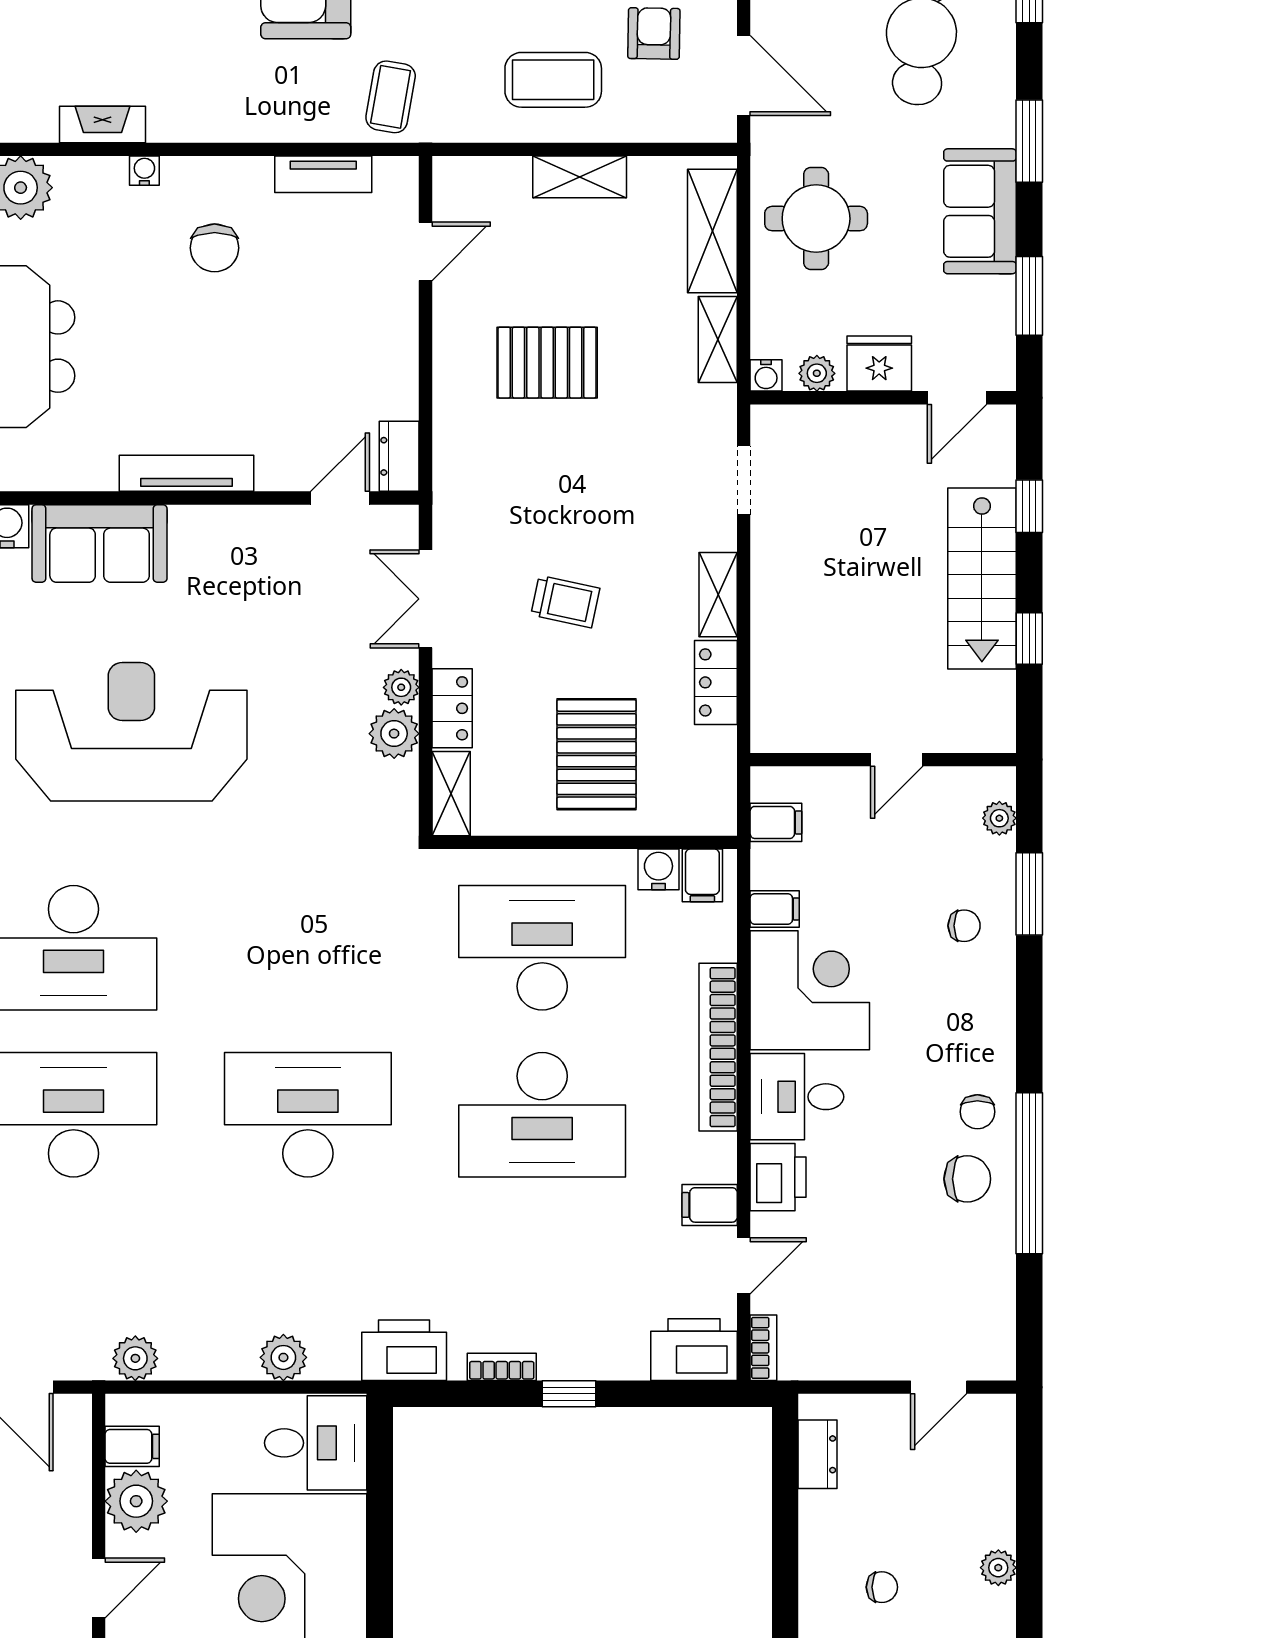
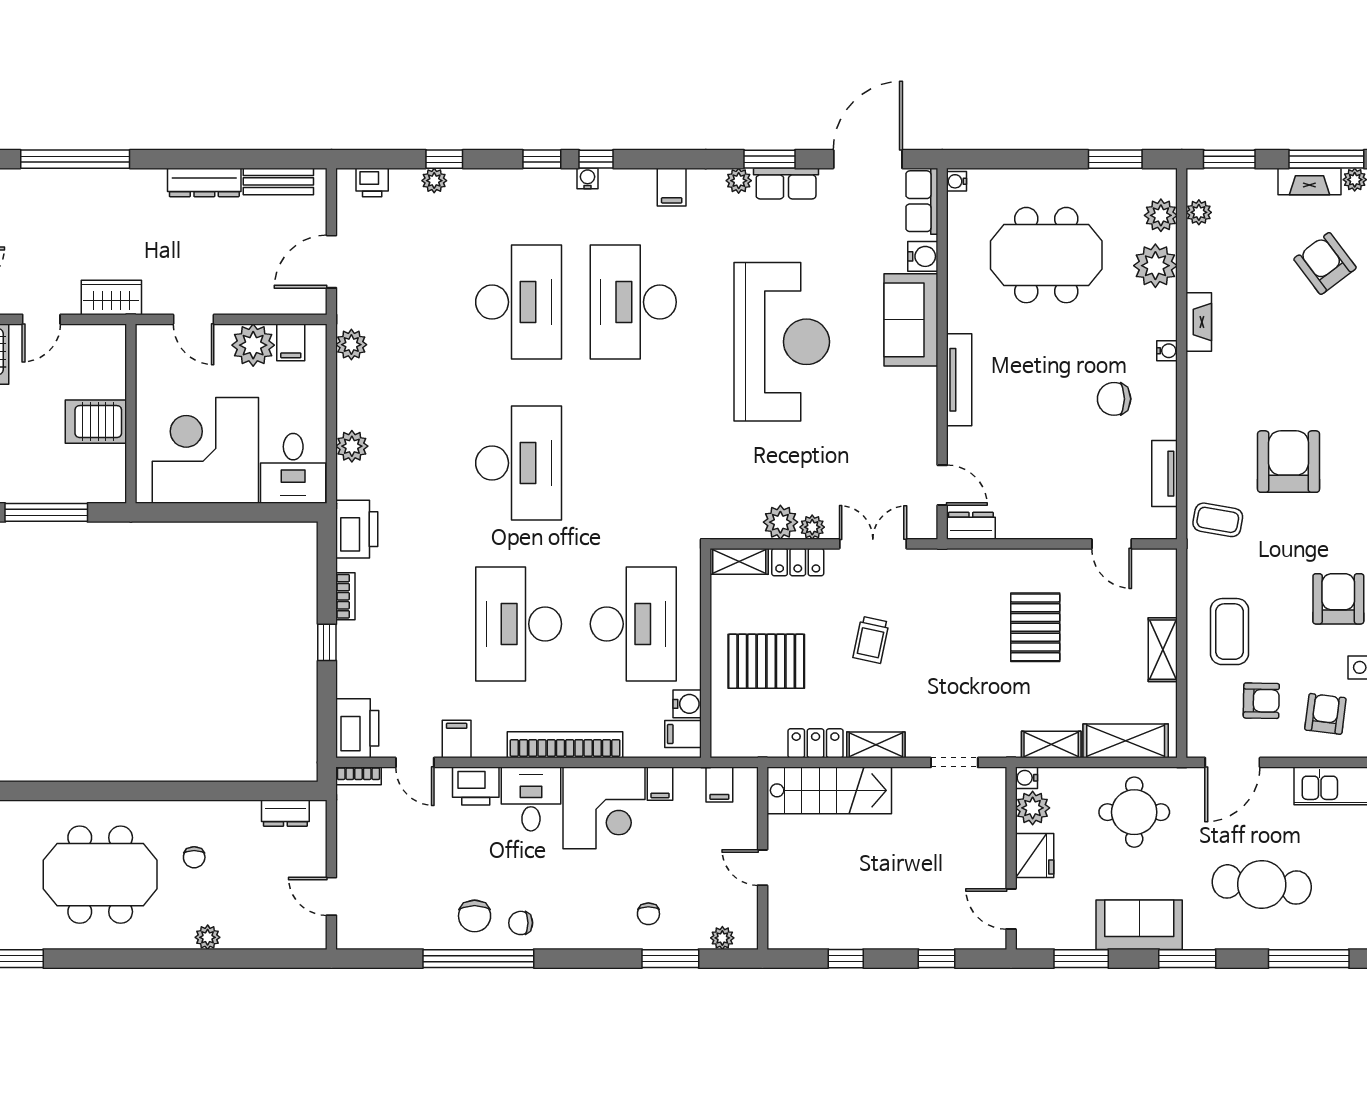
plant: (817, 373) -> (1033, 808), width x1.38, depth x1.38
stairs: (982, 578) -> (829, 790), moved, turned 180

